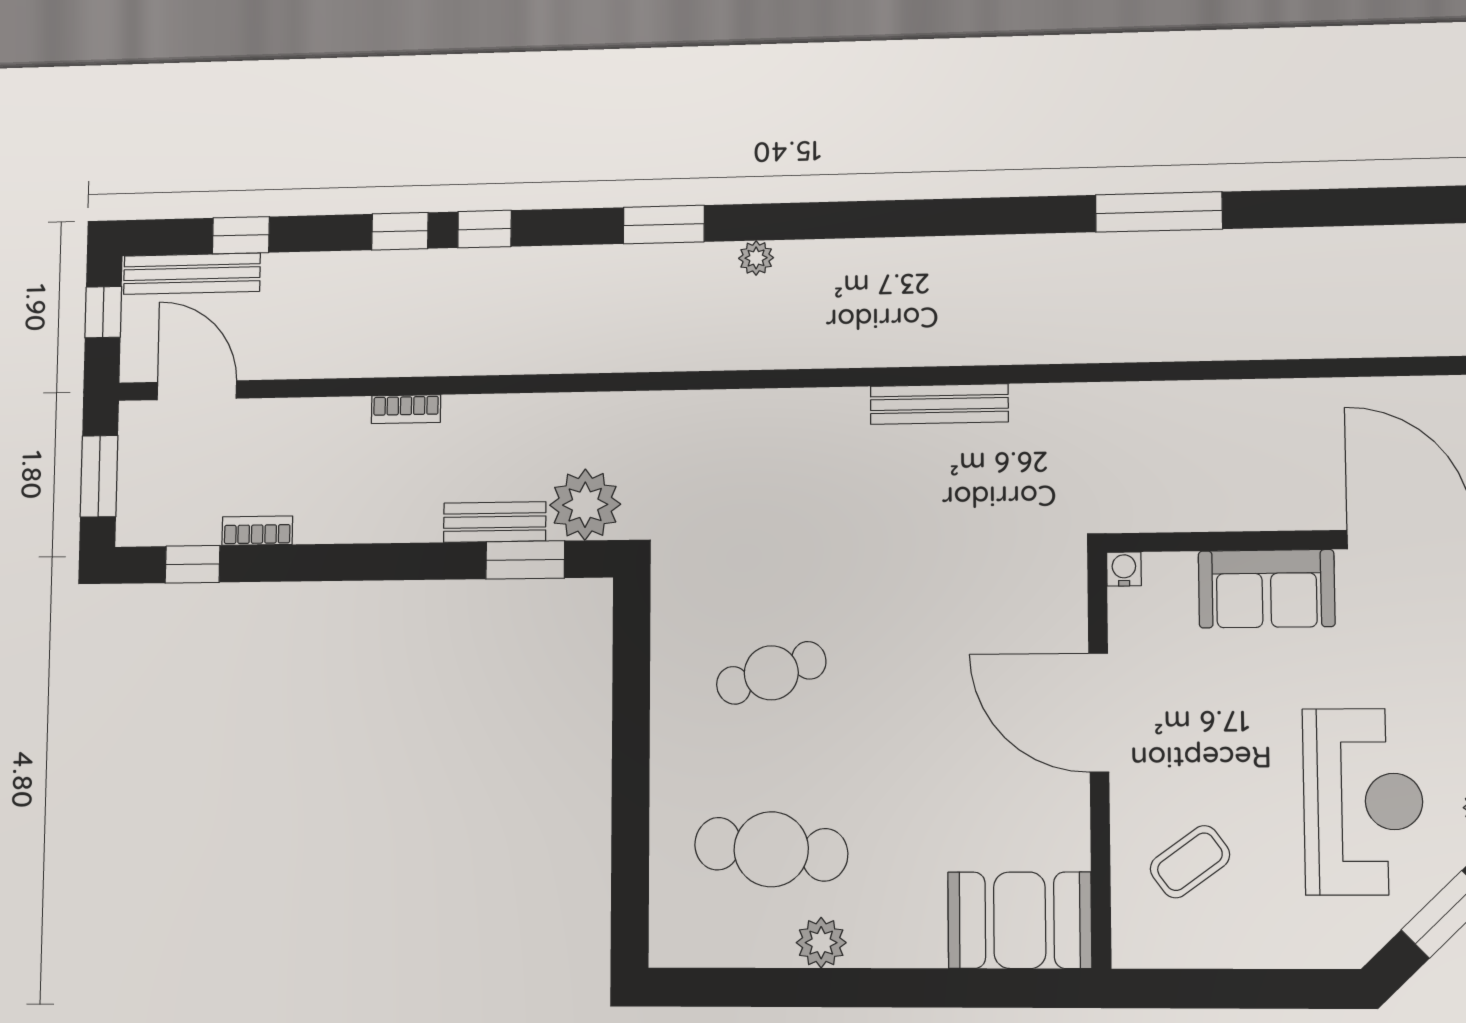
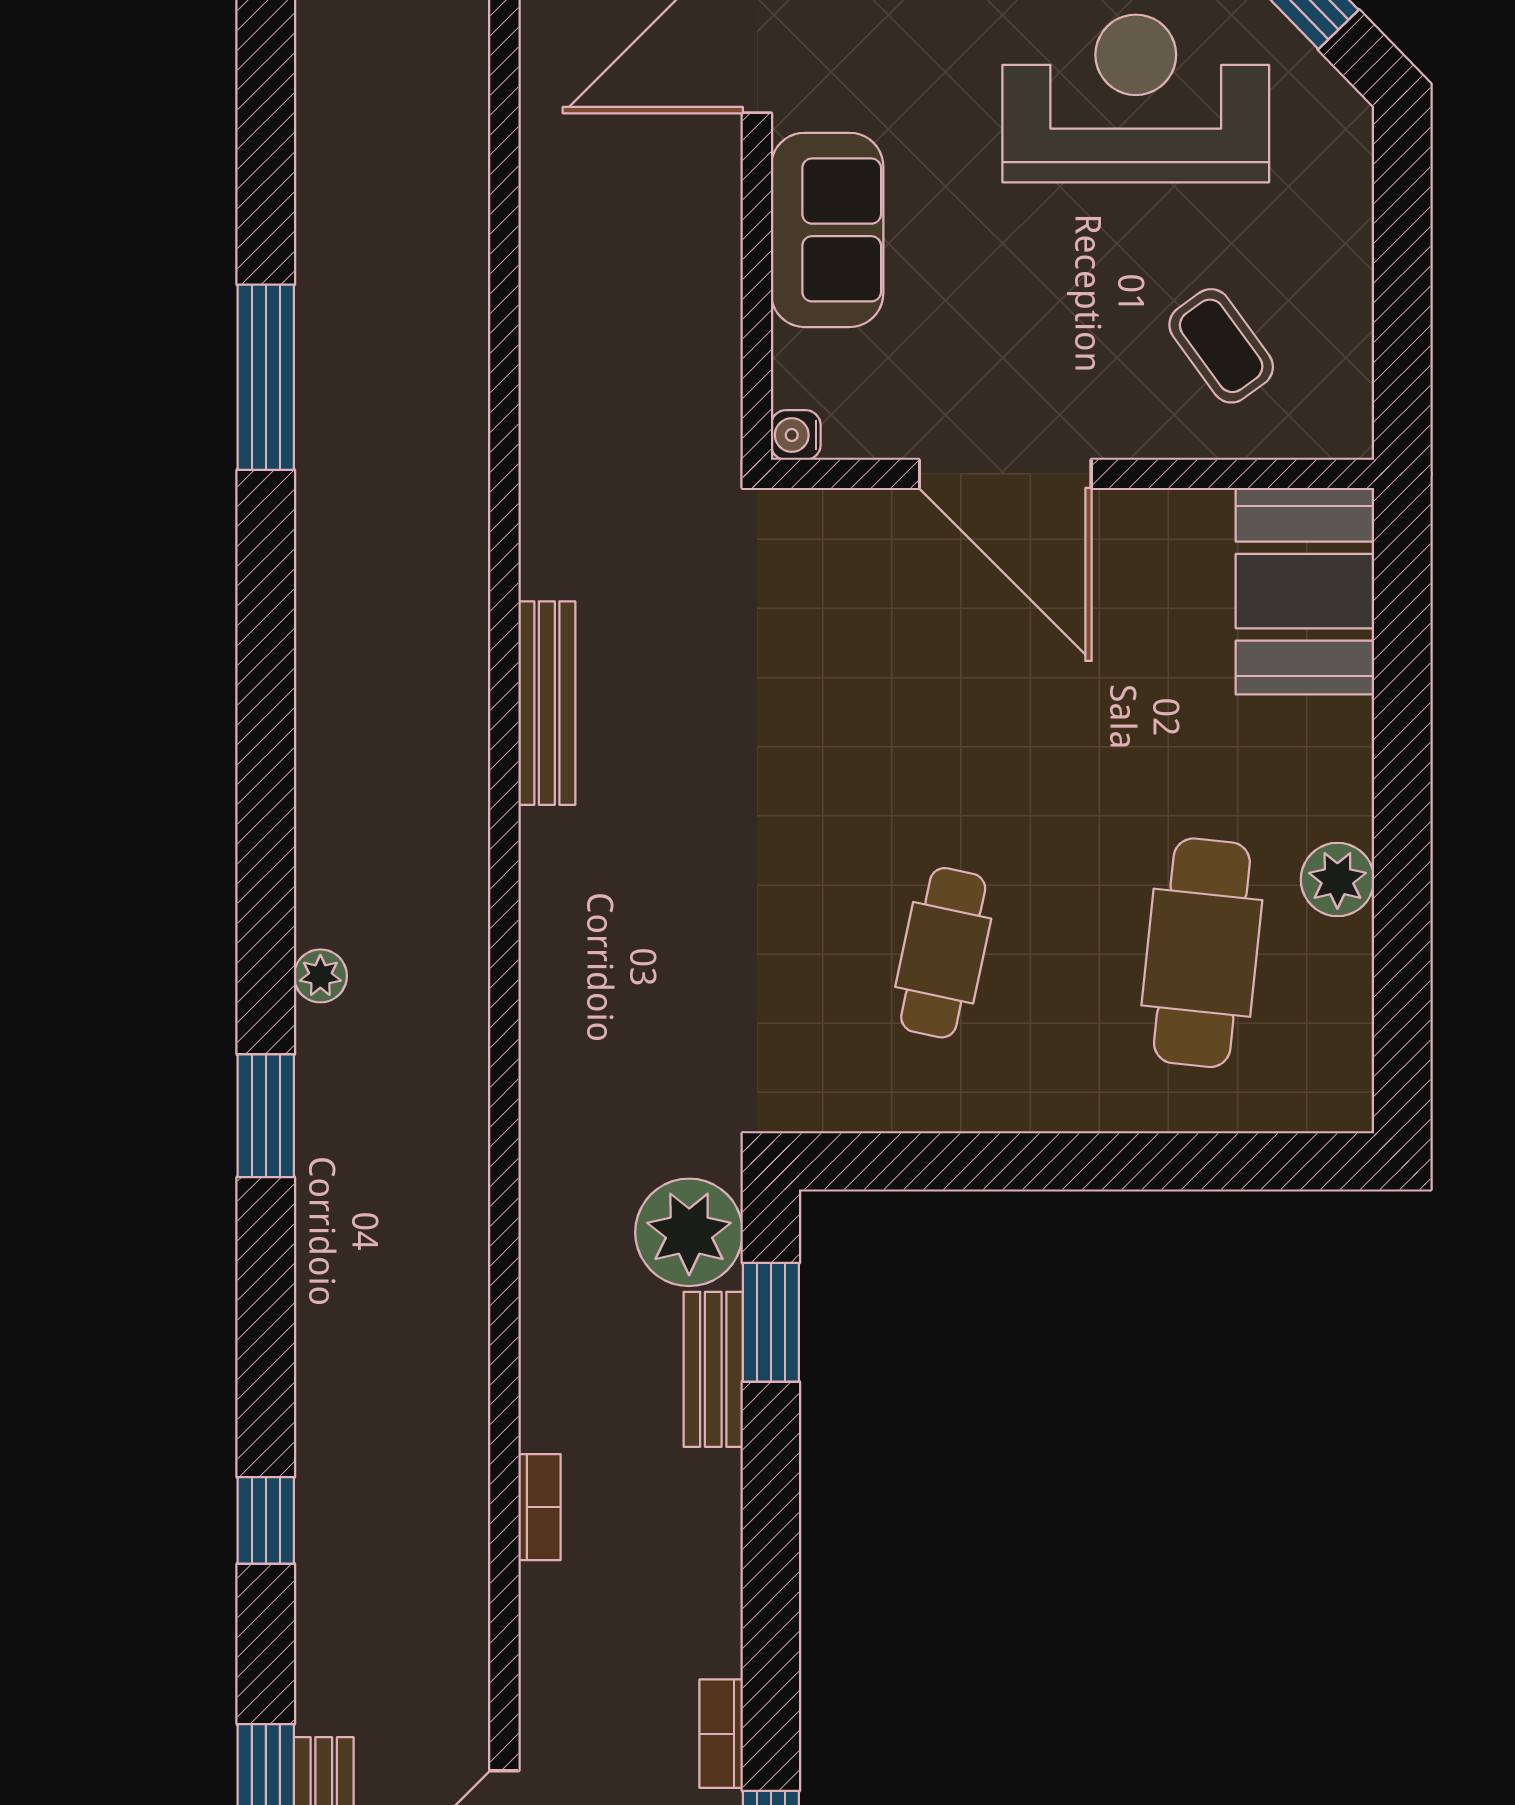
window: (485, 229) -> (266, 1390), removed
cafe table: (771, 673) -> (943, 953), turned 30
door: (1099, 713) -> (1005, 474), hinge flipped

